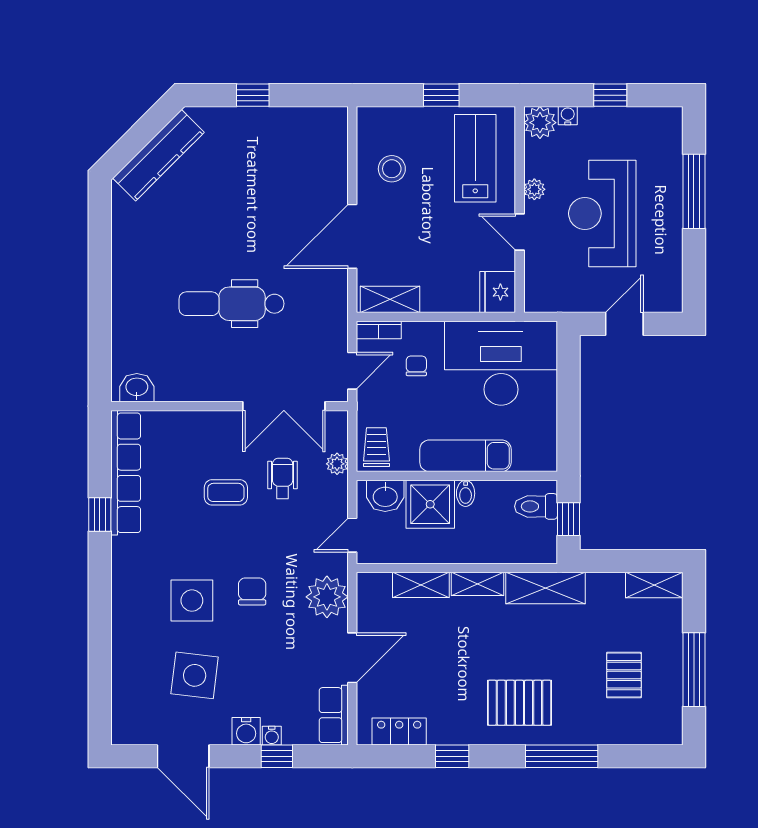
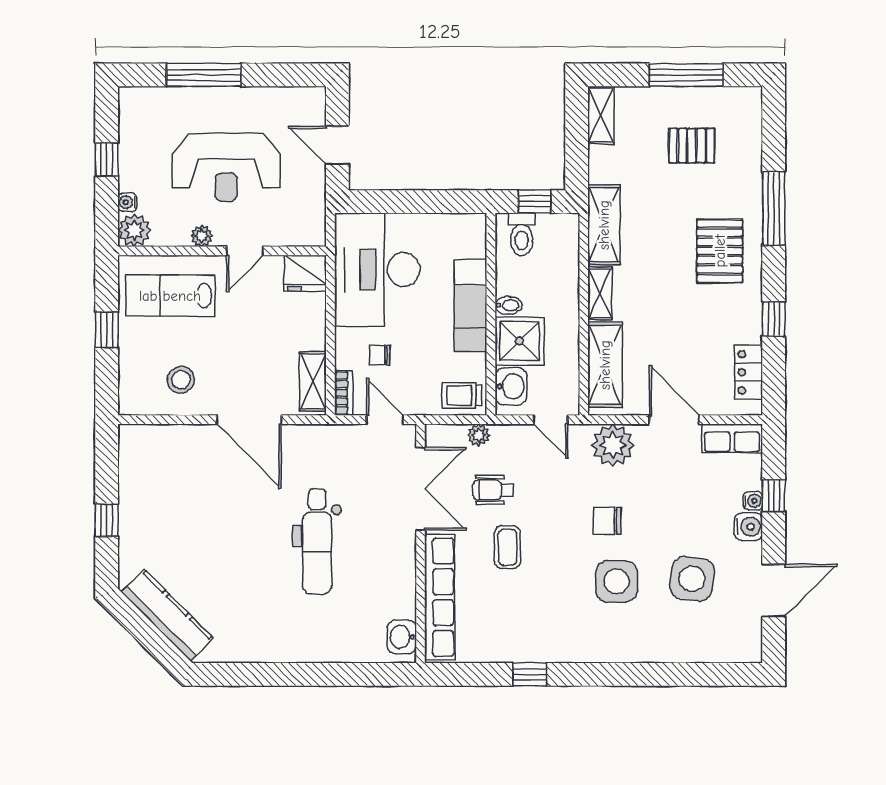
row of seats: (126, 473) -> (440, 597), moved, turned 90
shelving: (421, 585) -> (605, 365), width x1.50, depth x1.33

